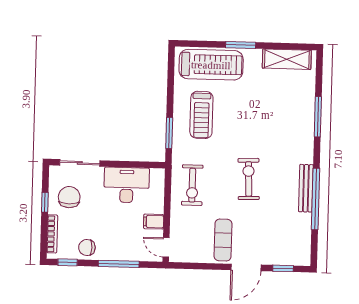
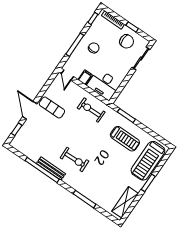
treadmill: (201, 115) -> (125, 139), turned 180
exercise bike: (249, 179) -> (75, 159), moved
desk: (127, 185) -> (104, 84), moved, turned 90
chair: (87, 247) -> (94, 48), moved
door: (166, 247) -> (67, 75), swing flipped

